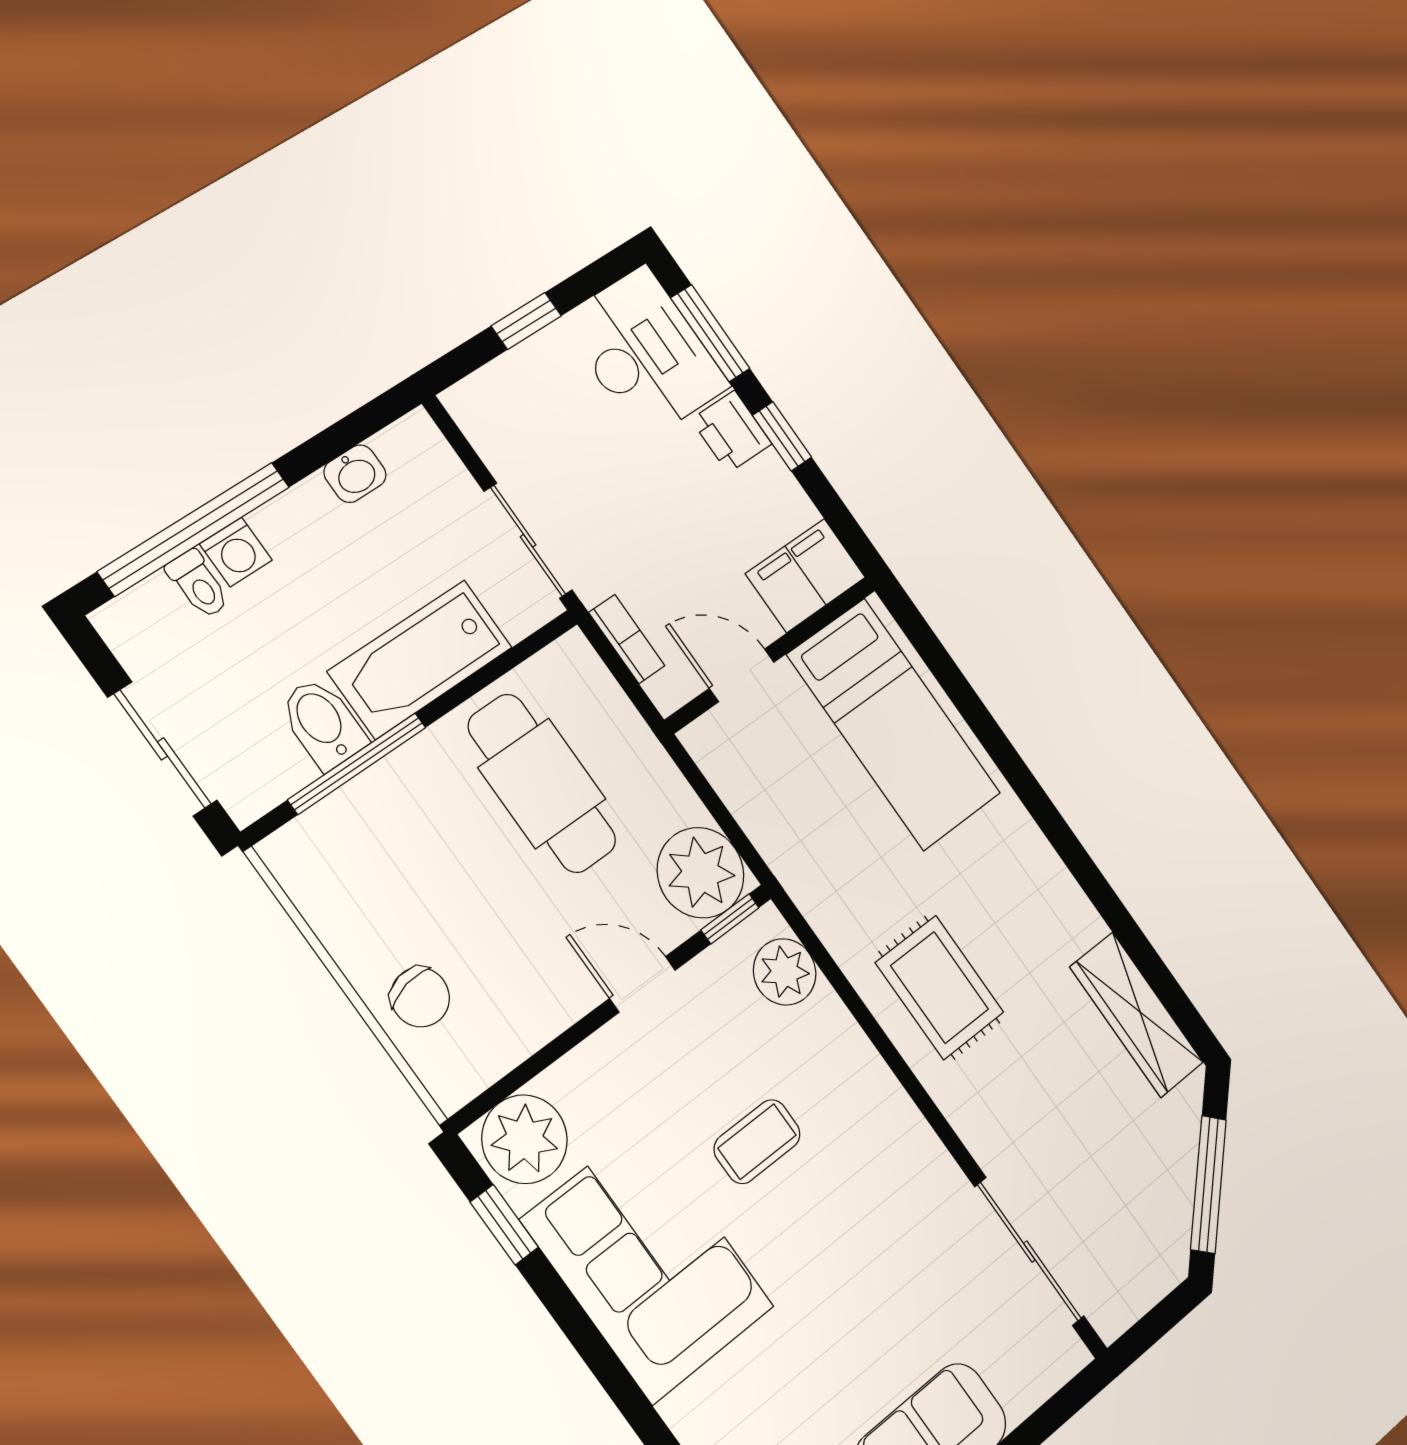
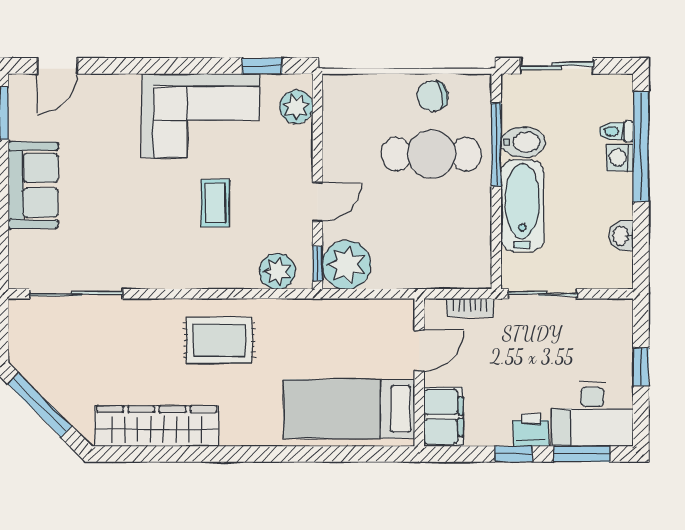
cafe table: (542, 783) -> (431, 154), moved
chair: (420, 997) -> (432, 96), moved
wardrobe: (1137, 1015) -> (157, 426), width x1.40, depth x1.17
plant: (525, 1139) -> (296, 107), width x0.73, depth x0.73

